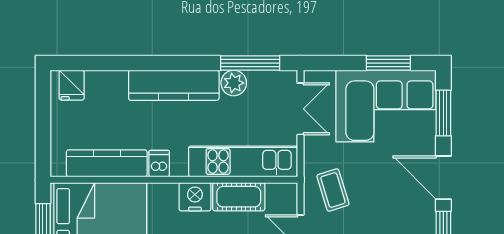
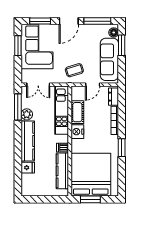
fridge: (72, 85) -> (28, 168), moved
double door: (301, 109) -> (38, 85), swing flipped

